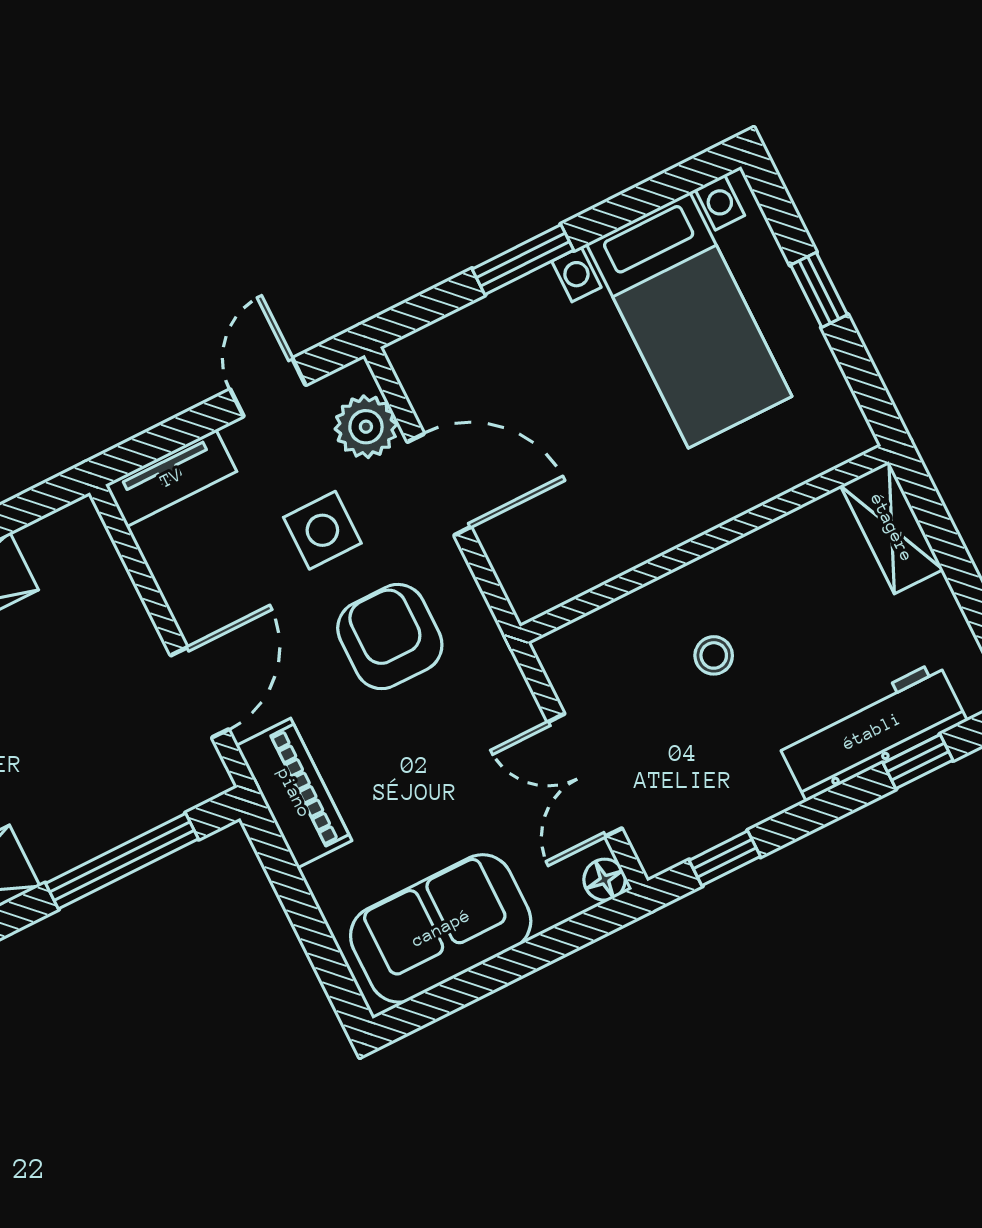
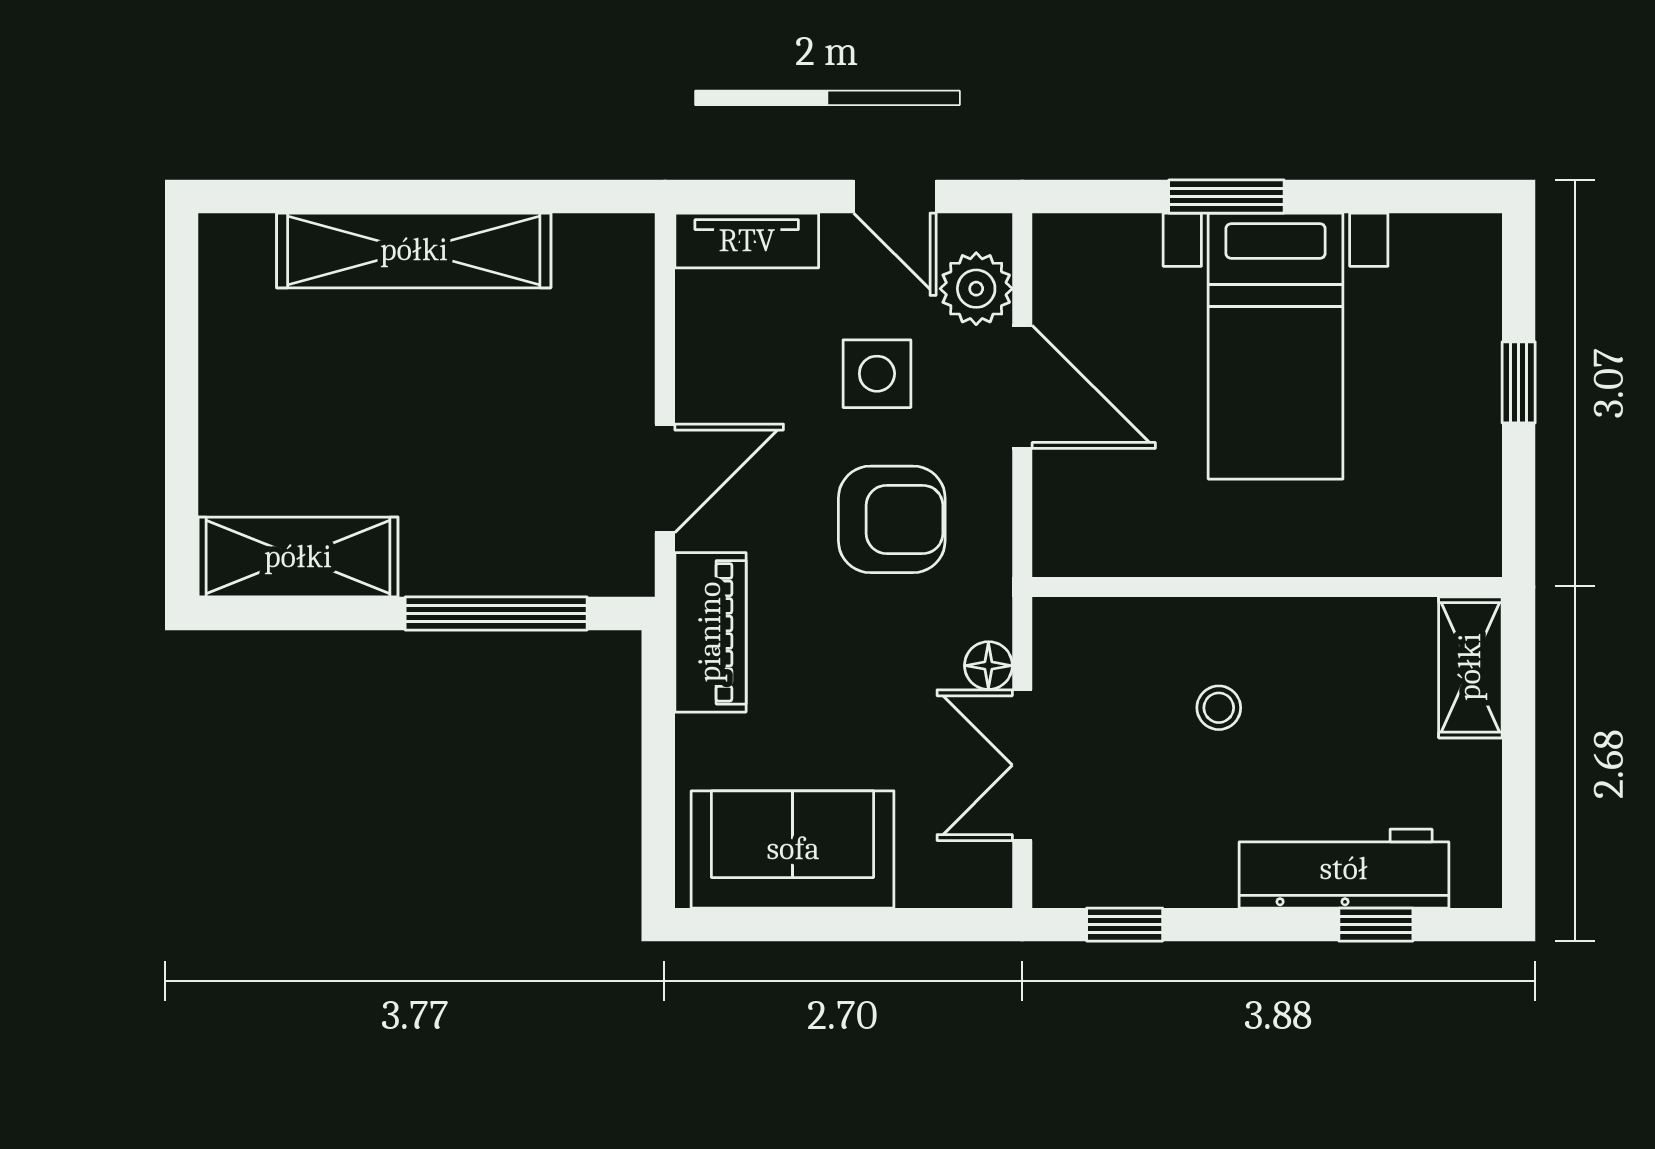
bed with nightstands: (689, 320) -> (1276, 346), moved
door: (268, 387) -> (895, 197), swing flipped
armchair: (390, 637) -> (892, 519), turned 90
floor lamp: (605, 880) -> (988, 666), moved

